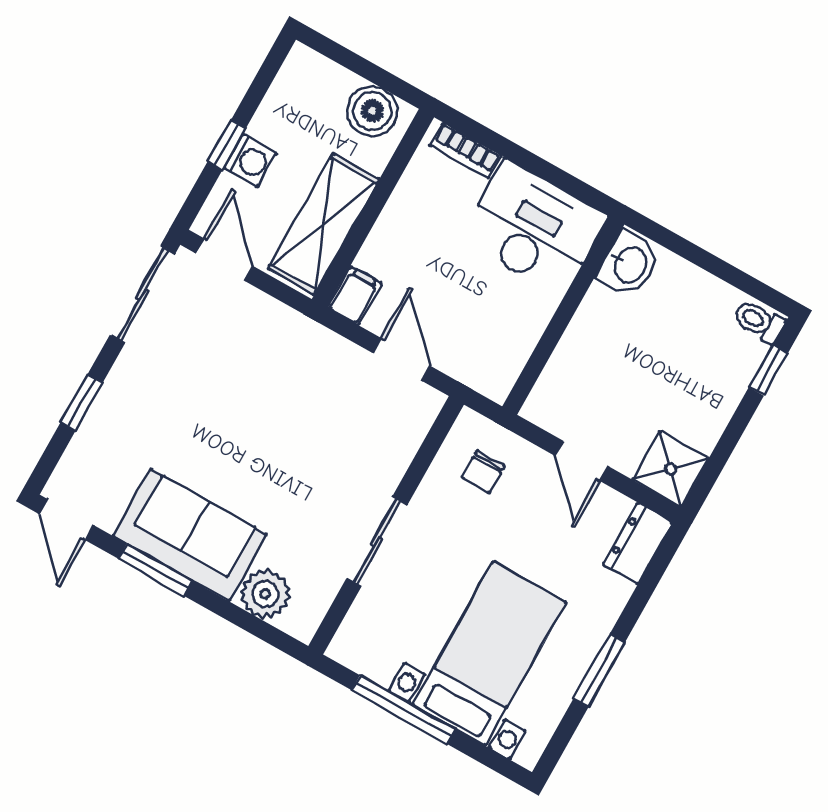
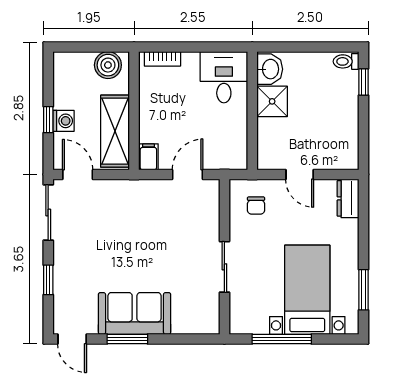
desk: (534, 228) -> (224, 77), width x0.73
door: (401, 359) -> (188, 174), hinge flipped
shower: (671, 469) -> (272, 101), moved
plant: (265, 594) -> (186, 321), removed
window: (599, 671) -> (364, 290), moved

